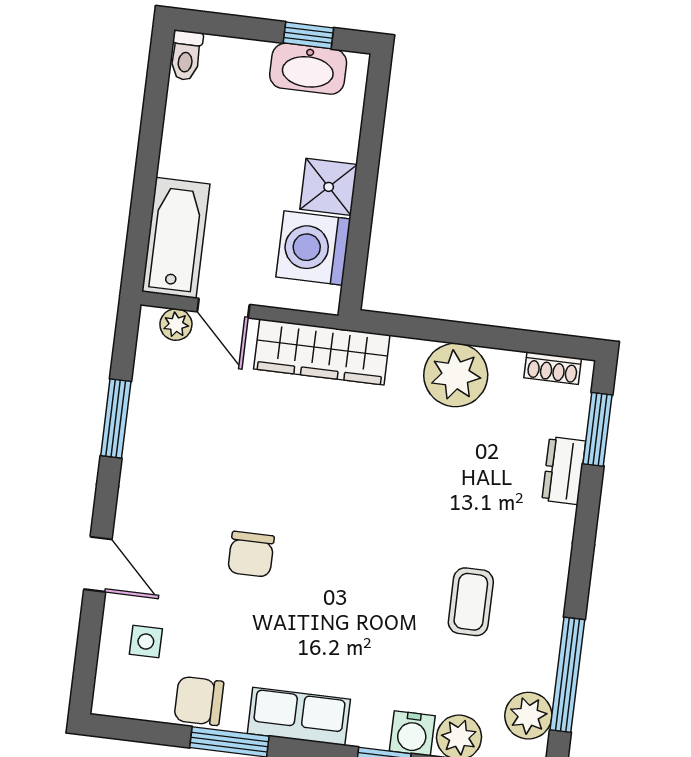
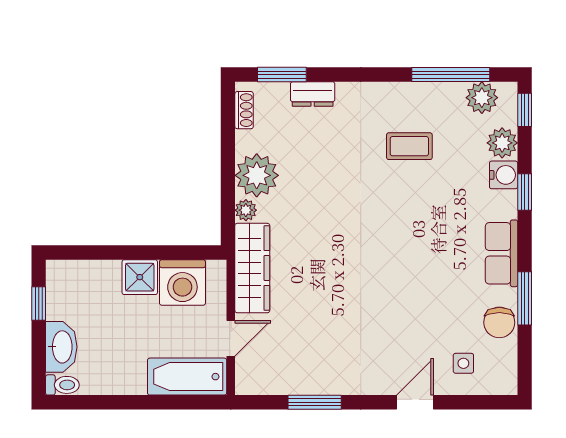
washbasin: (308, 69) -> (61, 347), moved
plant: (176, 325) -> (246, 210), moved
chair: (251, 554) -> (395, 299), removed

